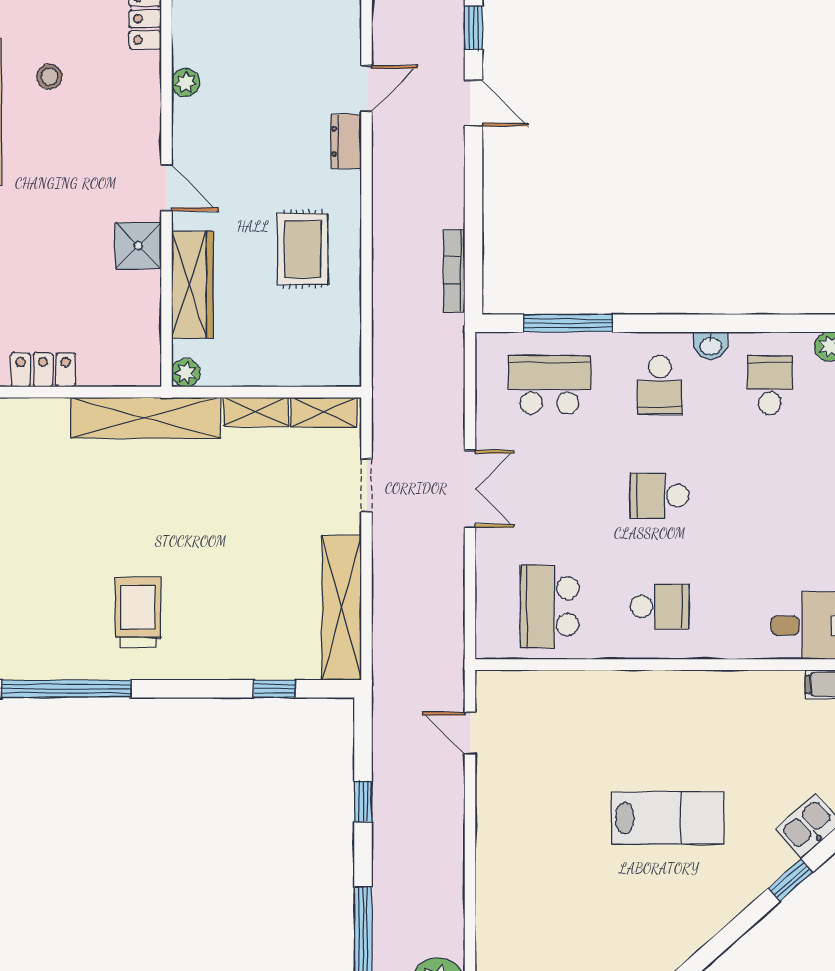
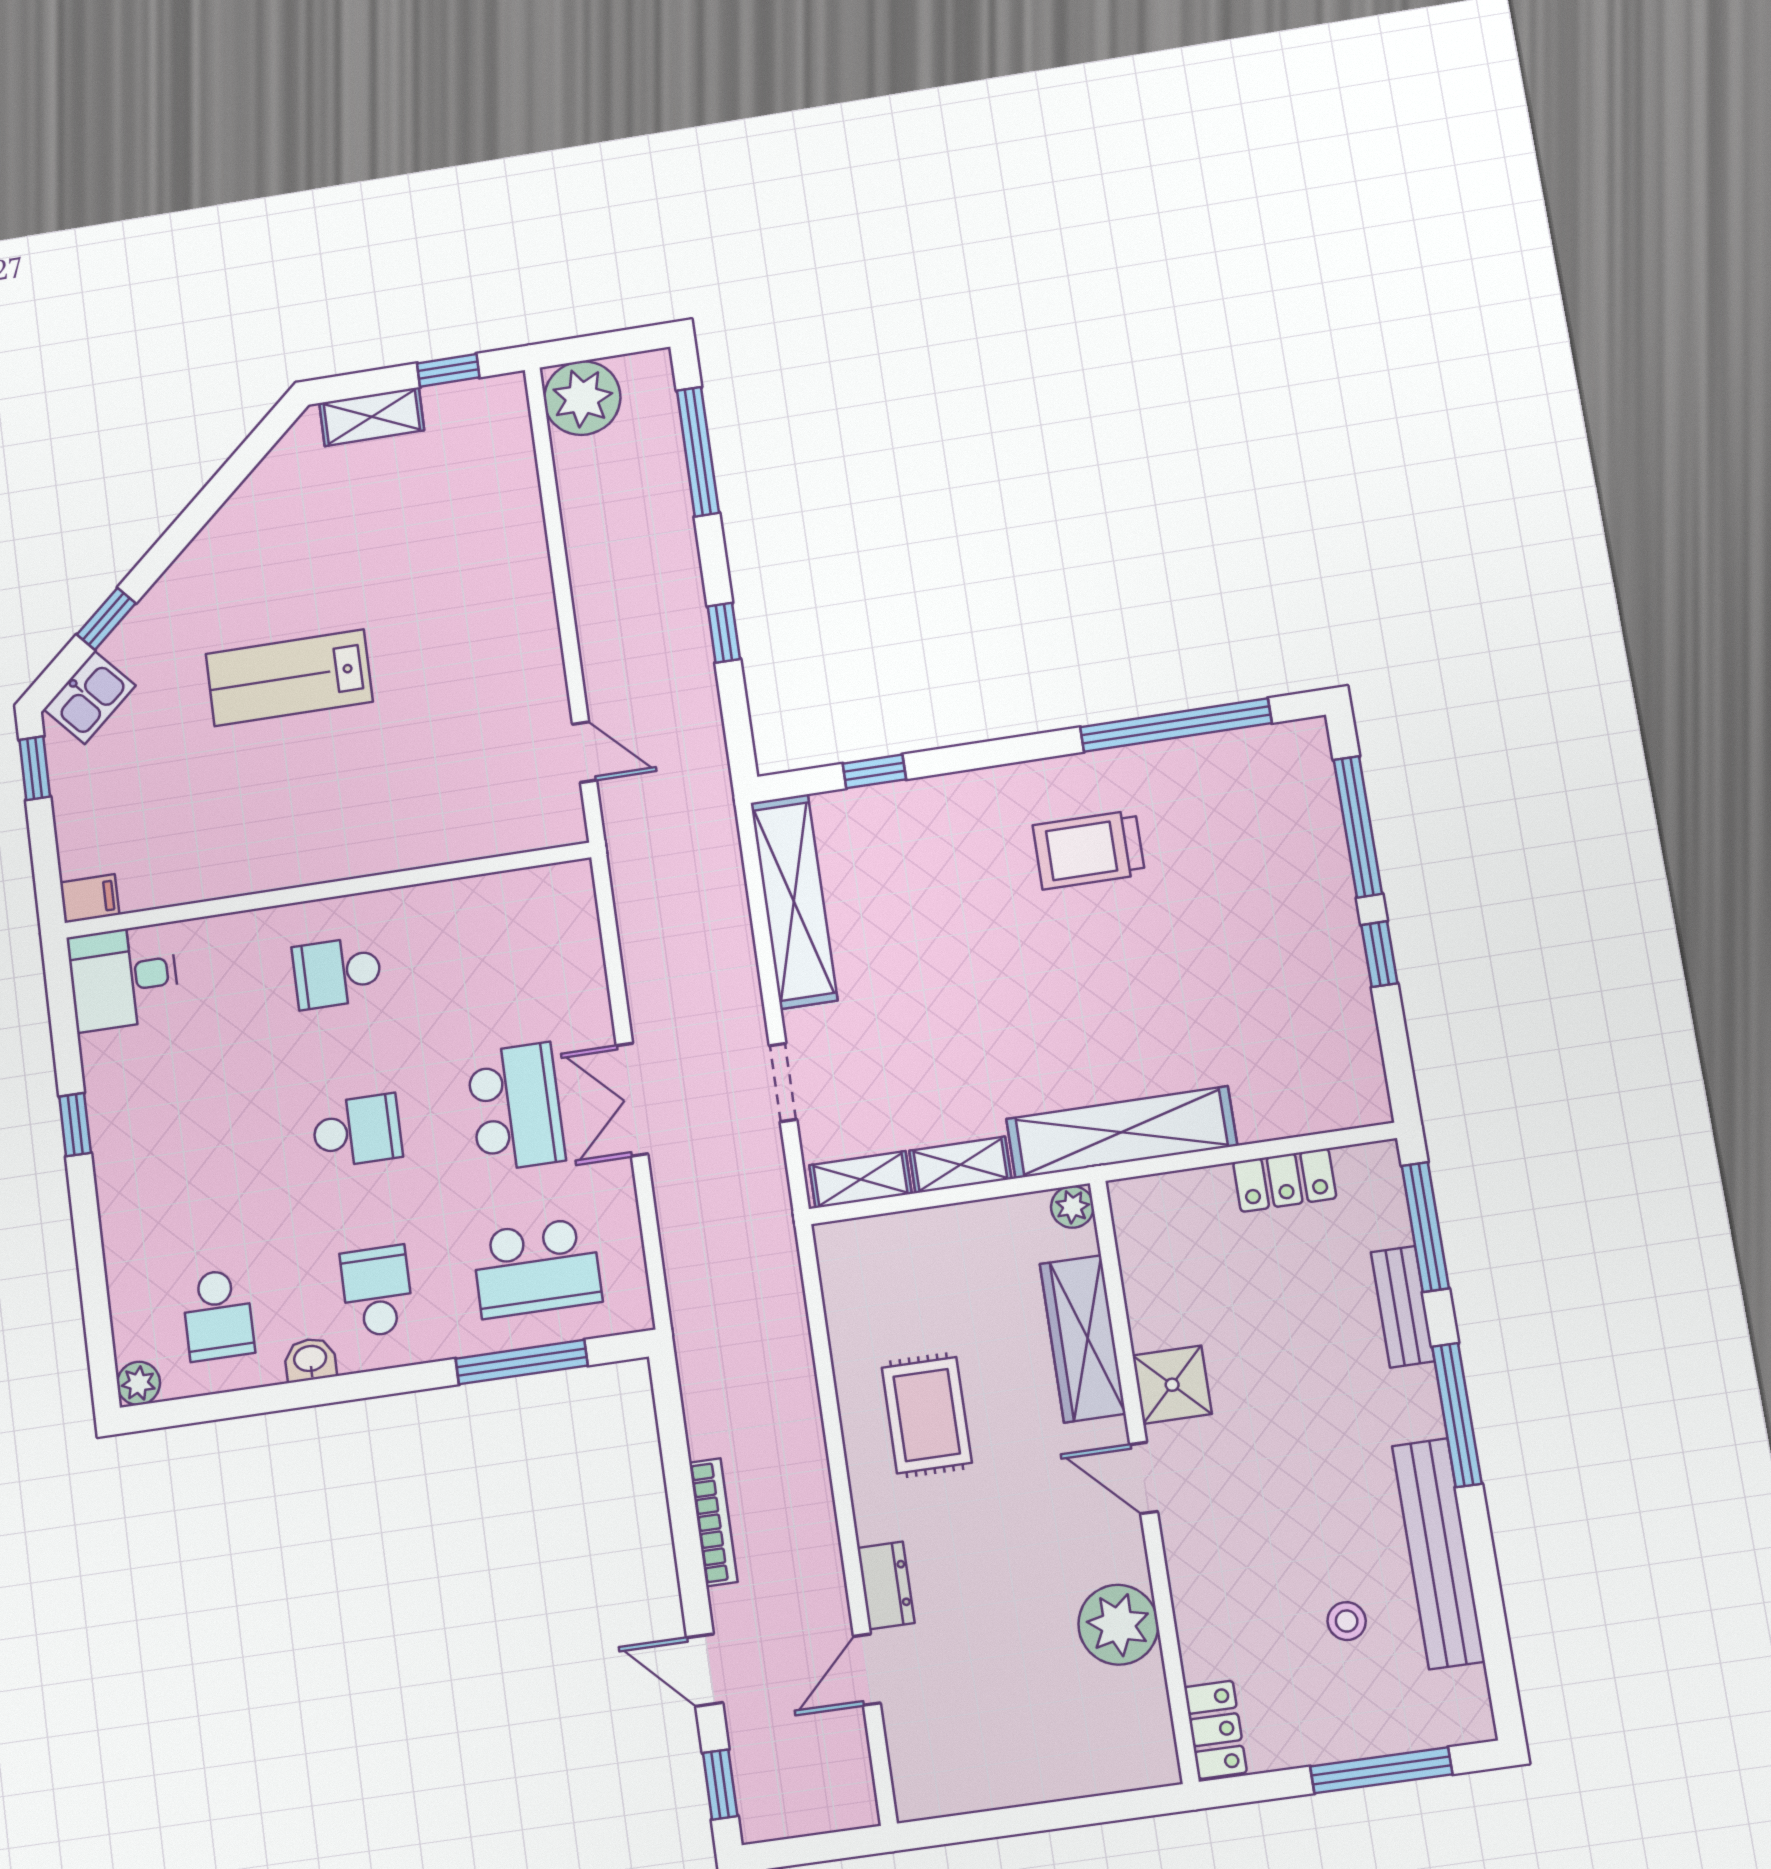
plant: (186, 83) -> (1118, 1625), width x1.87, depth x1.87
bookcase: (454, 271) -> (713, 1522), moved
school desk: (549, 606) -> (516, 1107), moved
trolley: (138, 612) -> (1089, 850), turned 90

